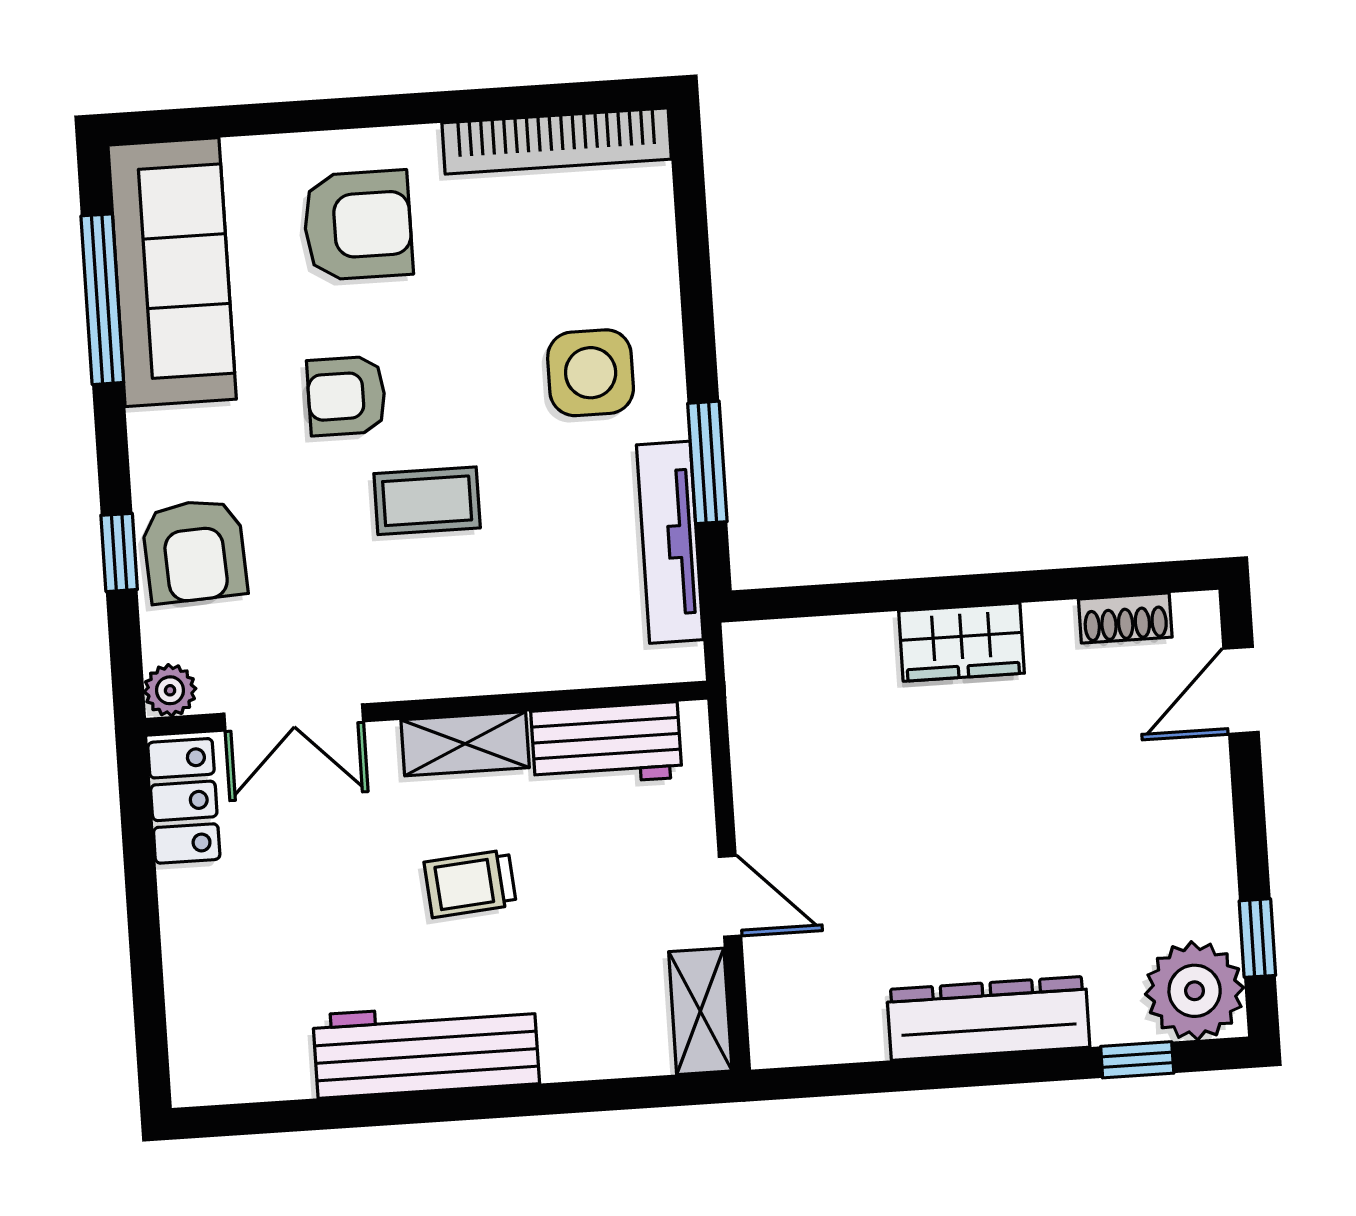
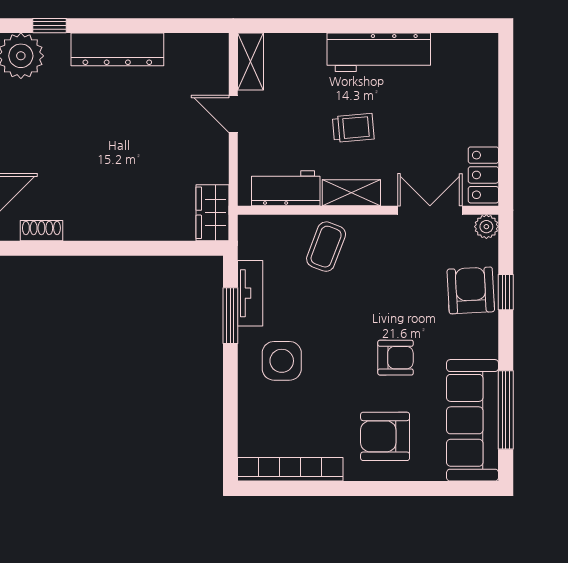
coffee table: (427, 501) -> (326, 247), moved, turned -69
tv unit: (670, 542) -> (250, 293), width x0.71
wardrobe: (961, 642) -> (213, 213), moved, turned -90

